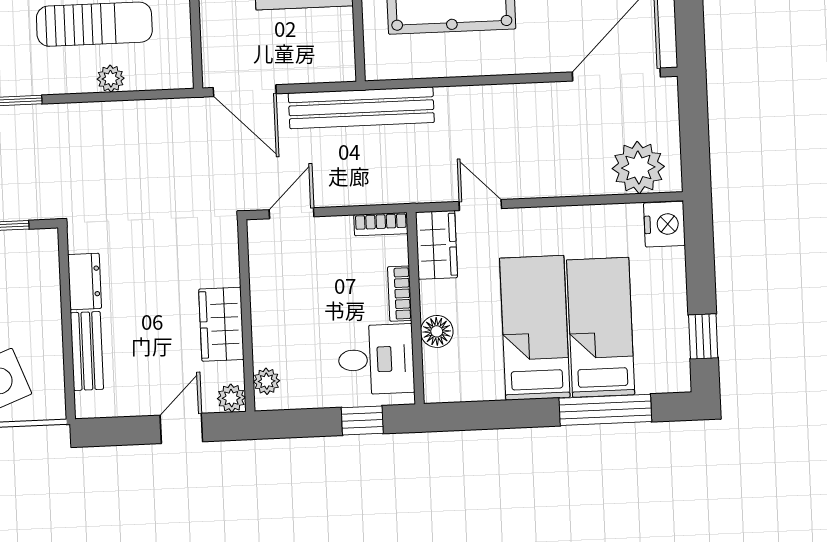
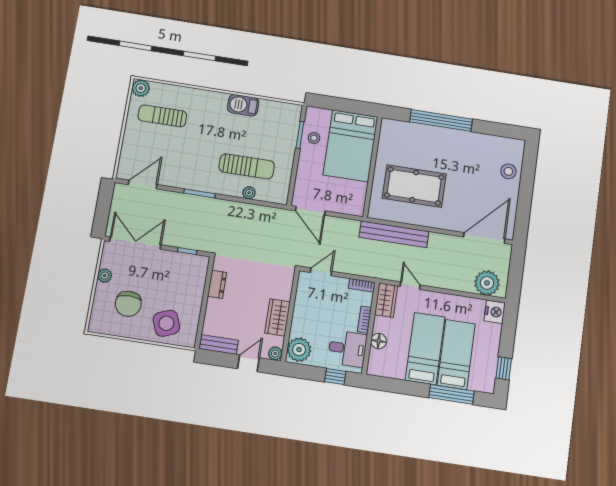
bench: (361, 108) -> (394, 234), moved
bench: (87, 351) -> (219, 344), moved, turned 90
plant: (267, 381) -> (299, 350), width x1.88, depth x1.88

